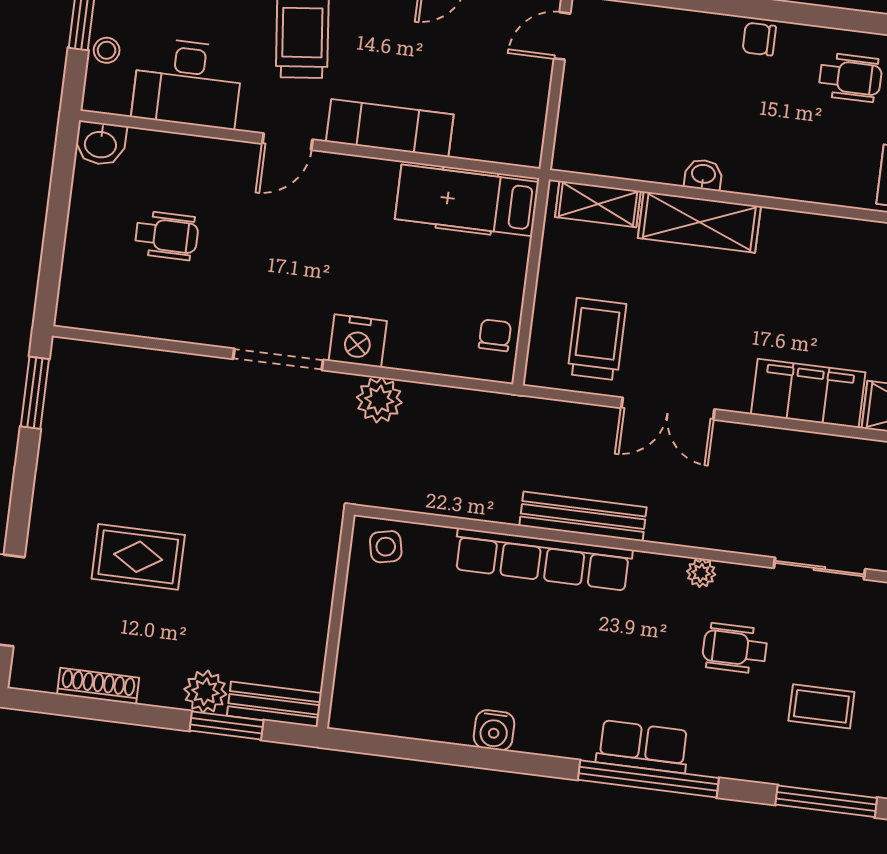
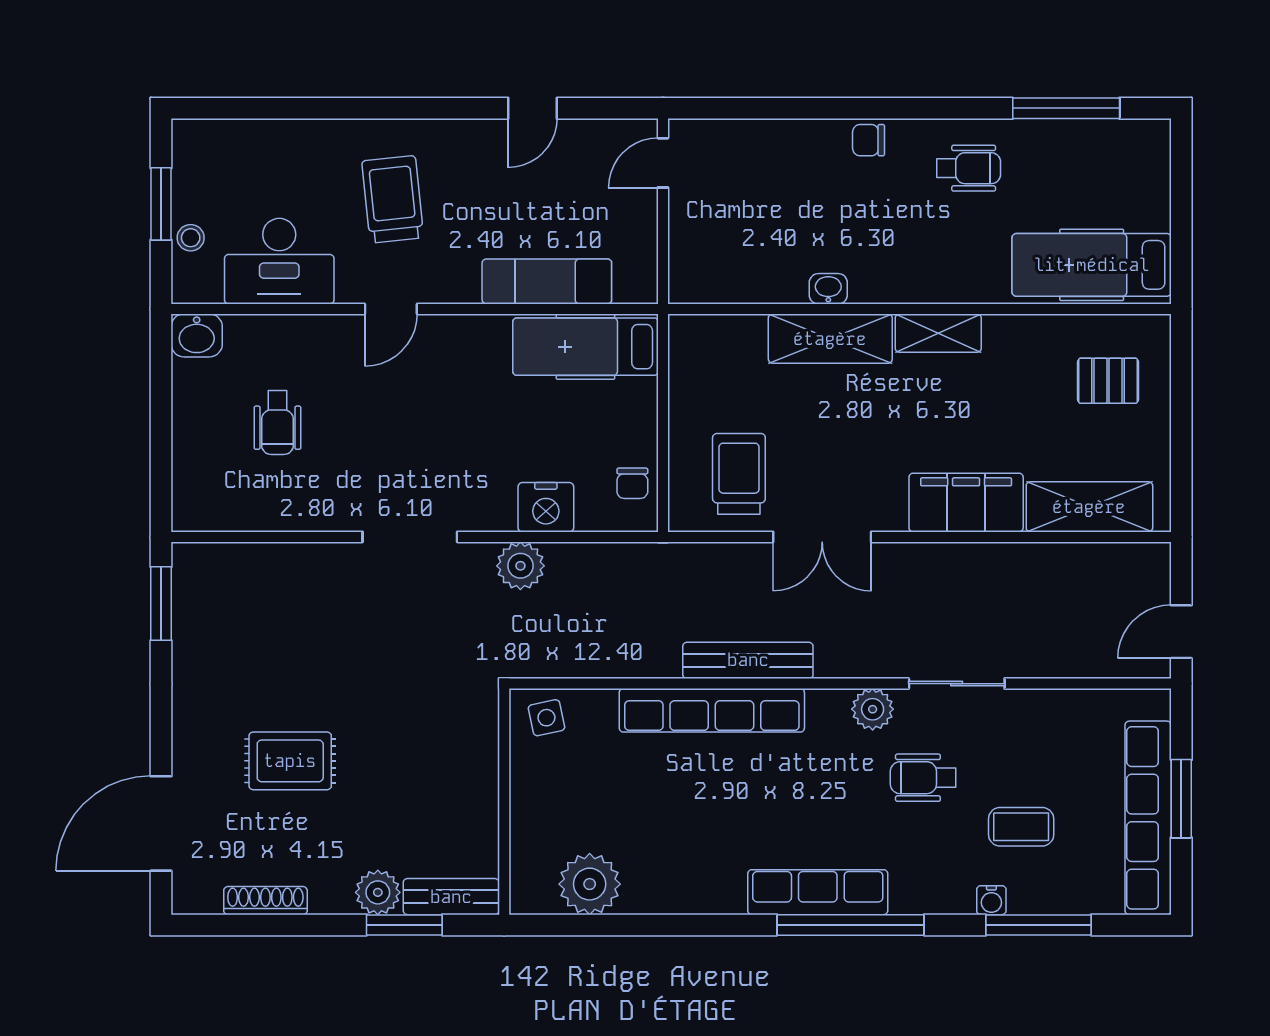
exam couch: (390, 128) -> (547, 281), moved
shelving: (598, 204) -> (938, 333), moved
wheelchair: (167, 235) -> (277, 423), turned 90
chair: (495, 335) -> (632, 483), turned 180
nightstand: (358, 341) -> (546, 507), moved
sliding door: (819, 569) -> (957, 684), moved
plant: (701, 573) -> (873, 709), width x1.38, depth x1.38
plant: (407, 709) -> (590, 884), added
water cooler: (494, 730) -> (991, 900), moved, width x0.72, depth x0.72
row of seats: (643, 747) -> (818, 892), width x1.48

